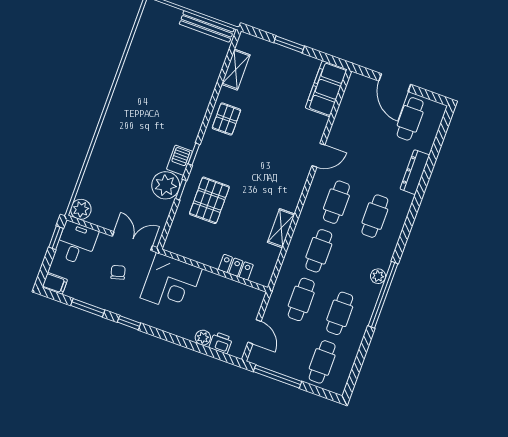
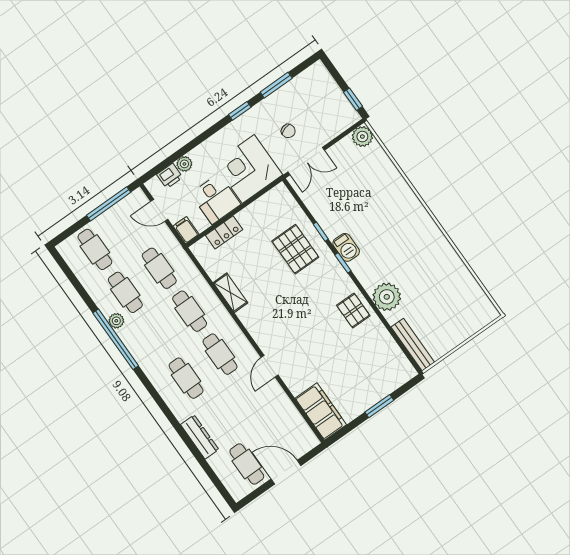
bench: (207, 26) -> (413, 345), moved, turned 90
shelving: (236, 70) -> (389, 347), removed
plant: (166, 185) -> (387, 297), moved
desk: (76, 243) -> (216, 199), moved
plant: (378, 276) -> (116, 321), moved
filing cabinet: (55, 283) -> (186, 230), moved, turned 90

